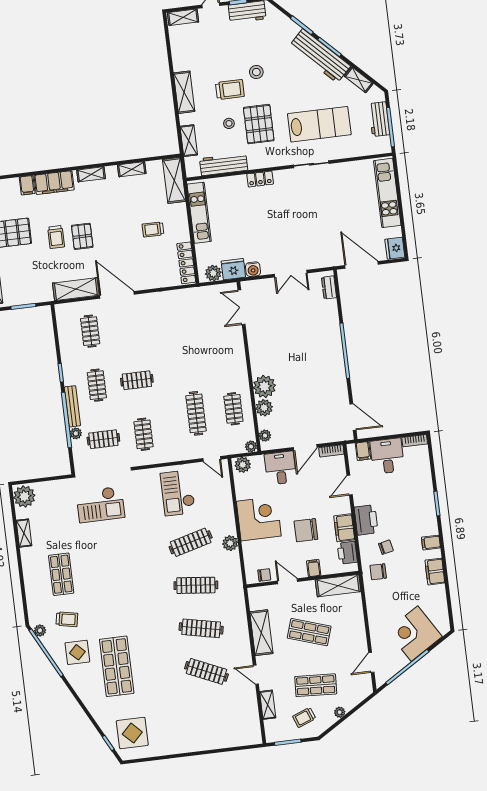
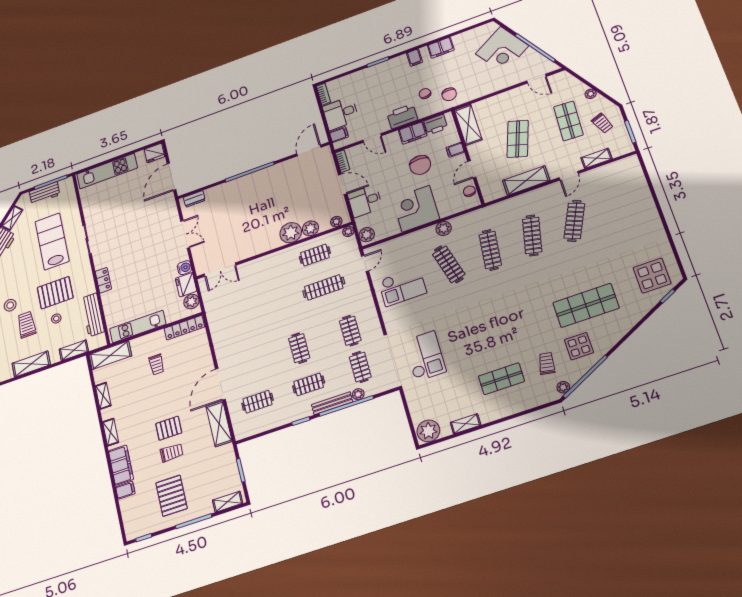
clothes rail: (143, 434) -> (350, 331), turned 90

